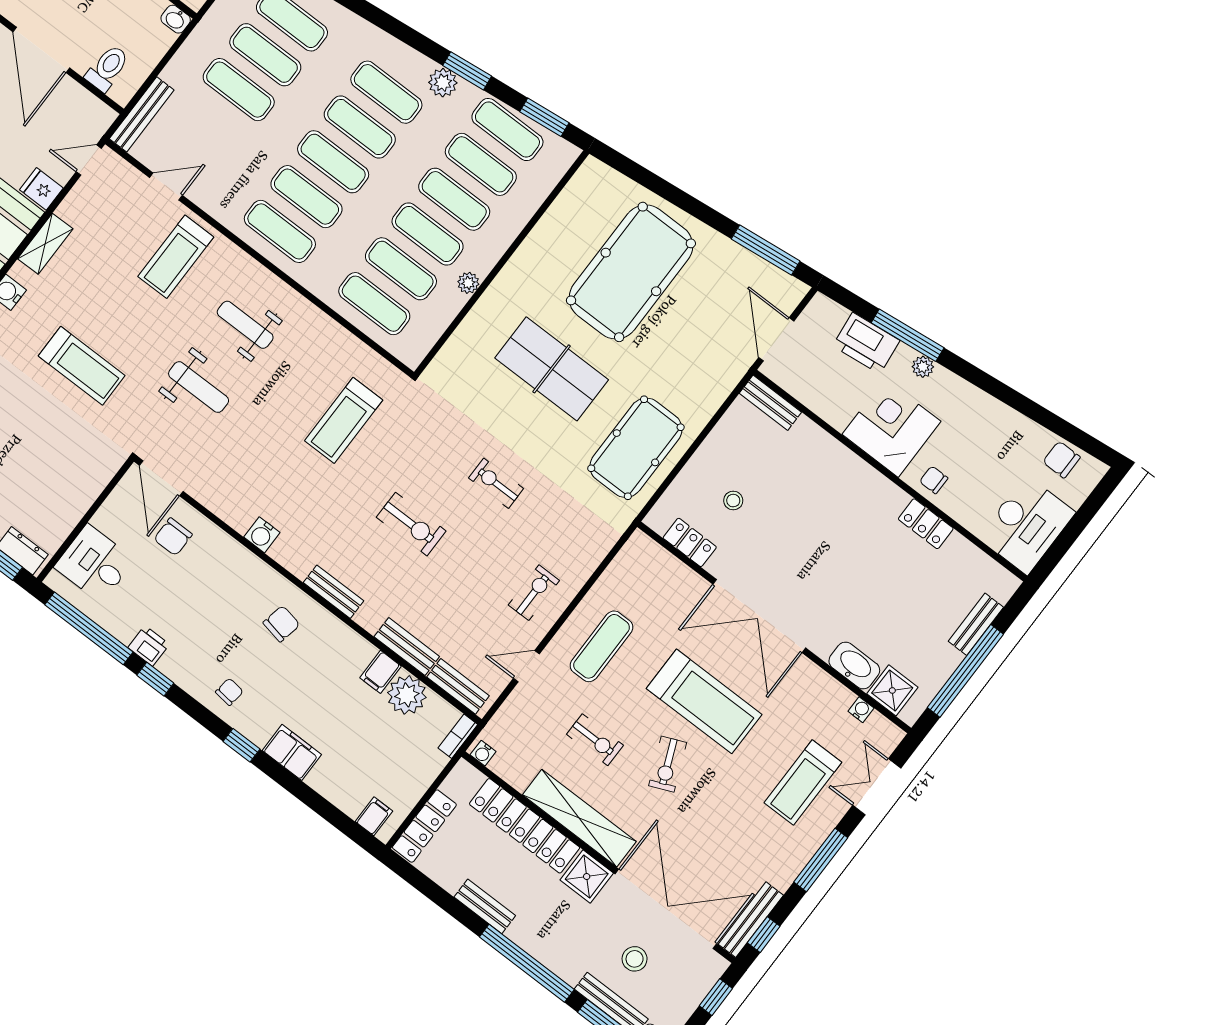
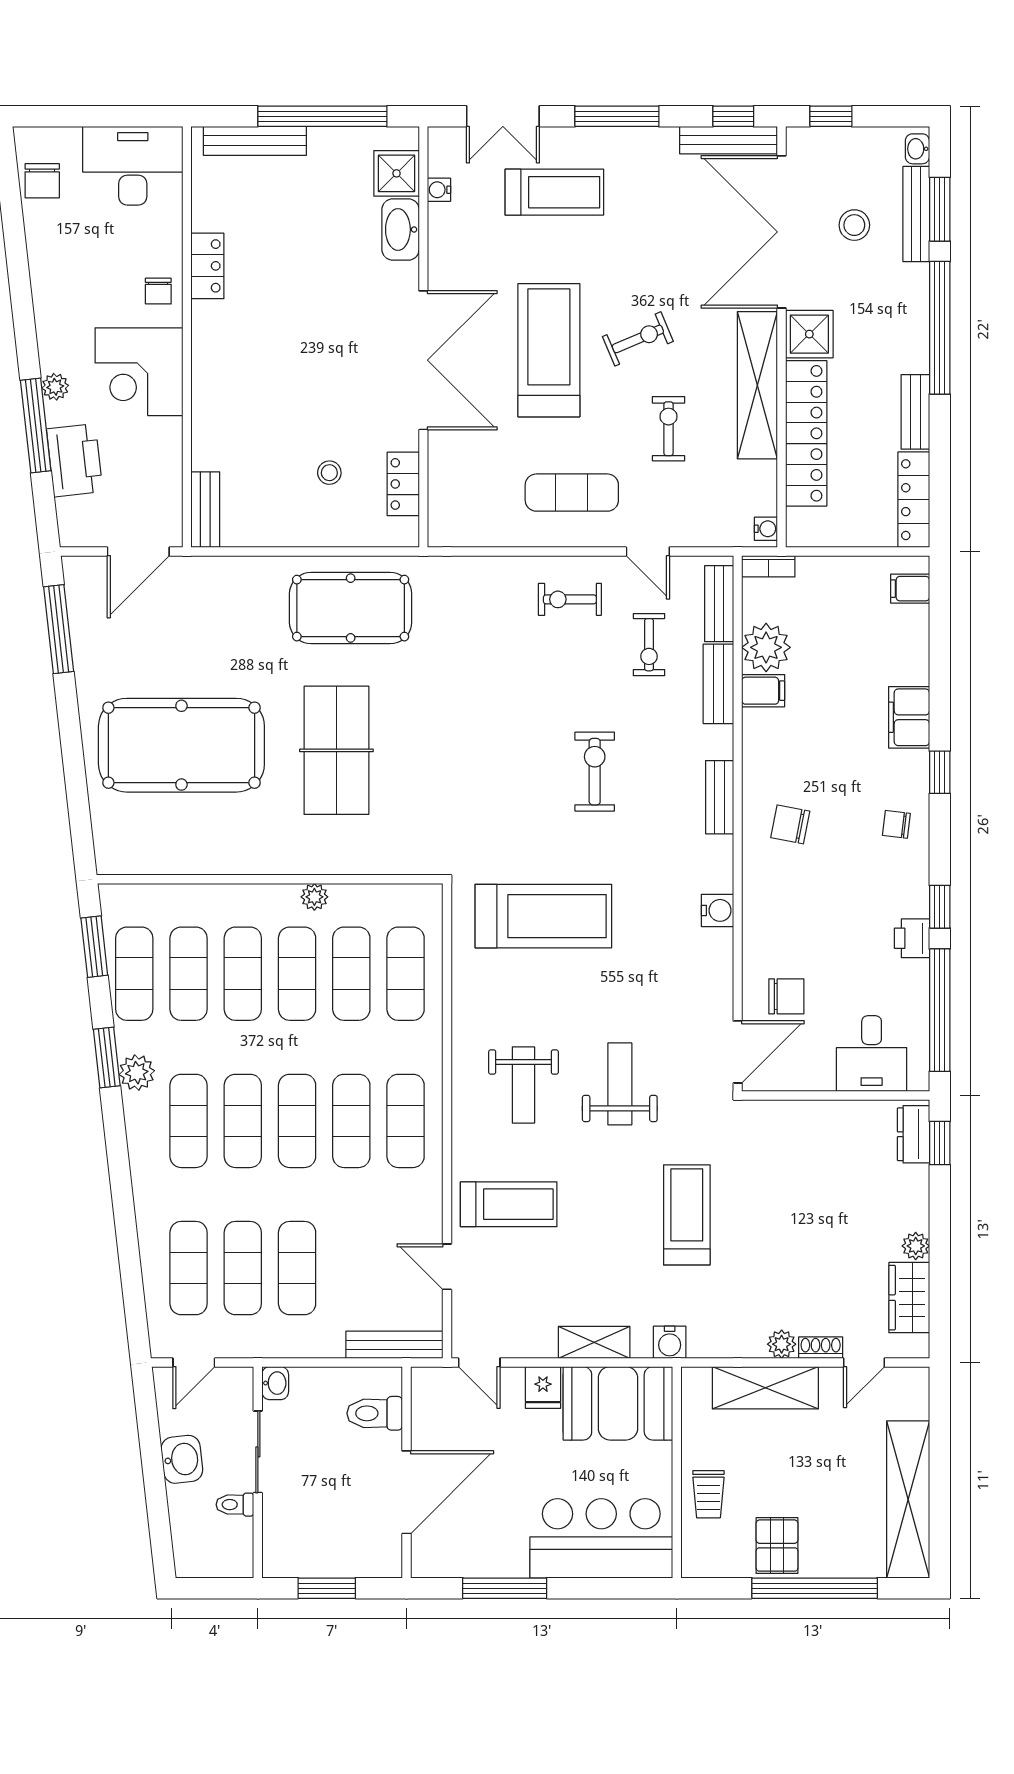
treadmill: (344, 420) -> (543, 916), width x1.37, depth x1.38
exercise bike: (496, 483) -> (649, 645), moved
bench: (976, 624) -> (255, 141), width x1.36
locker: (424, 826) -> (914, 500), moved, turned -90

